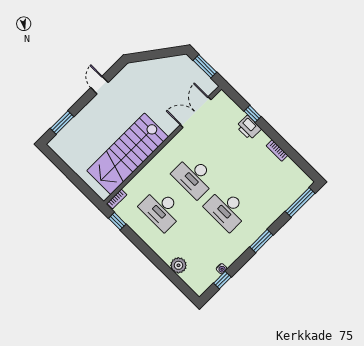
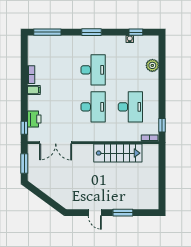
door: (99, 85) -> (95, 213), hinge flipped
window: (253, 114) -> (24, 128), moved
window: (62, 122) -> (123, 213), moved
printer: (249, 128) -> (34, 119), moved
filing cabinet: (261, 139) -> (34, 90), added
stairs: (128, 154) -> (118, 153), width x0.73, depth x0.66

